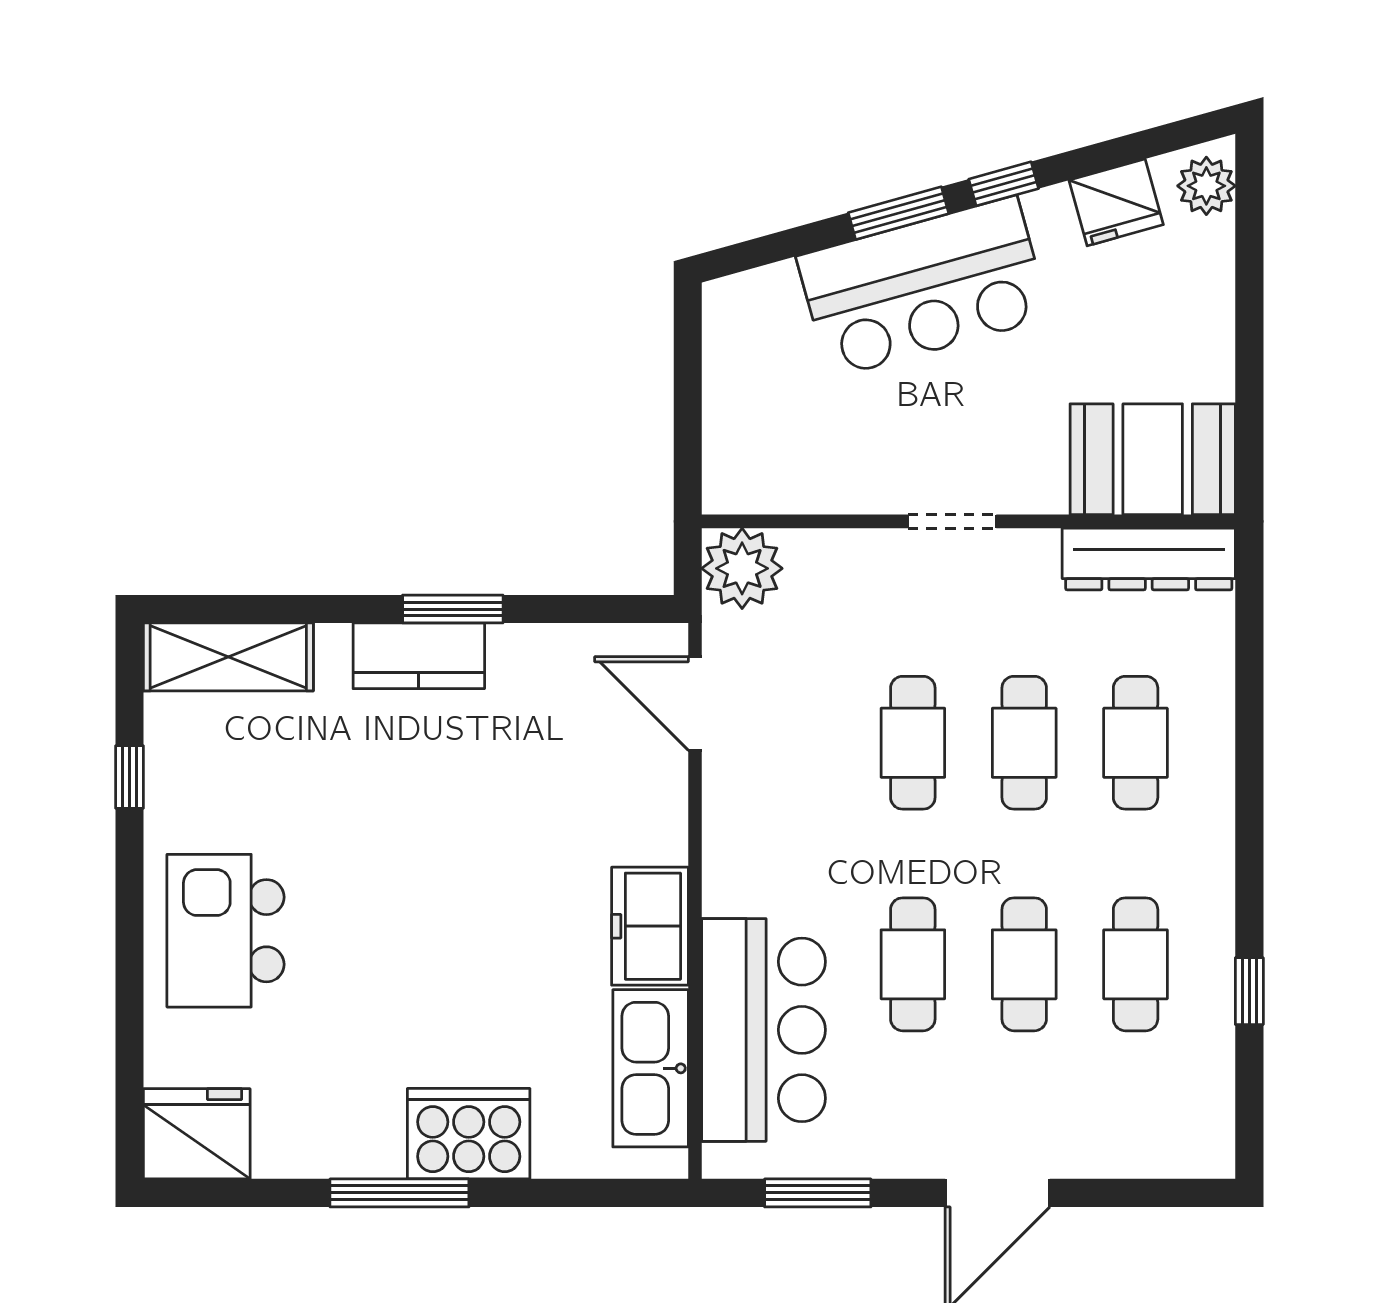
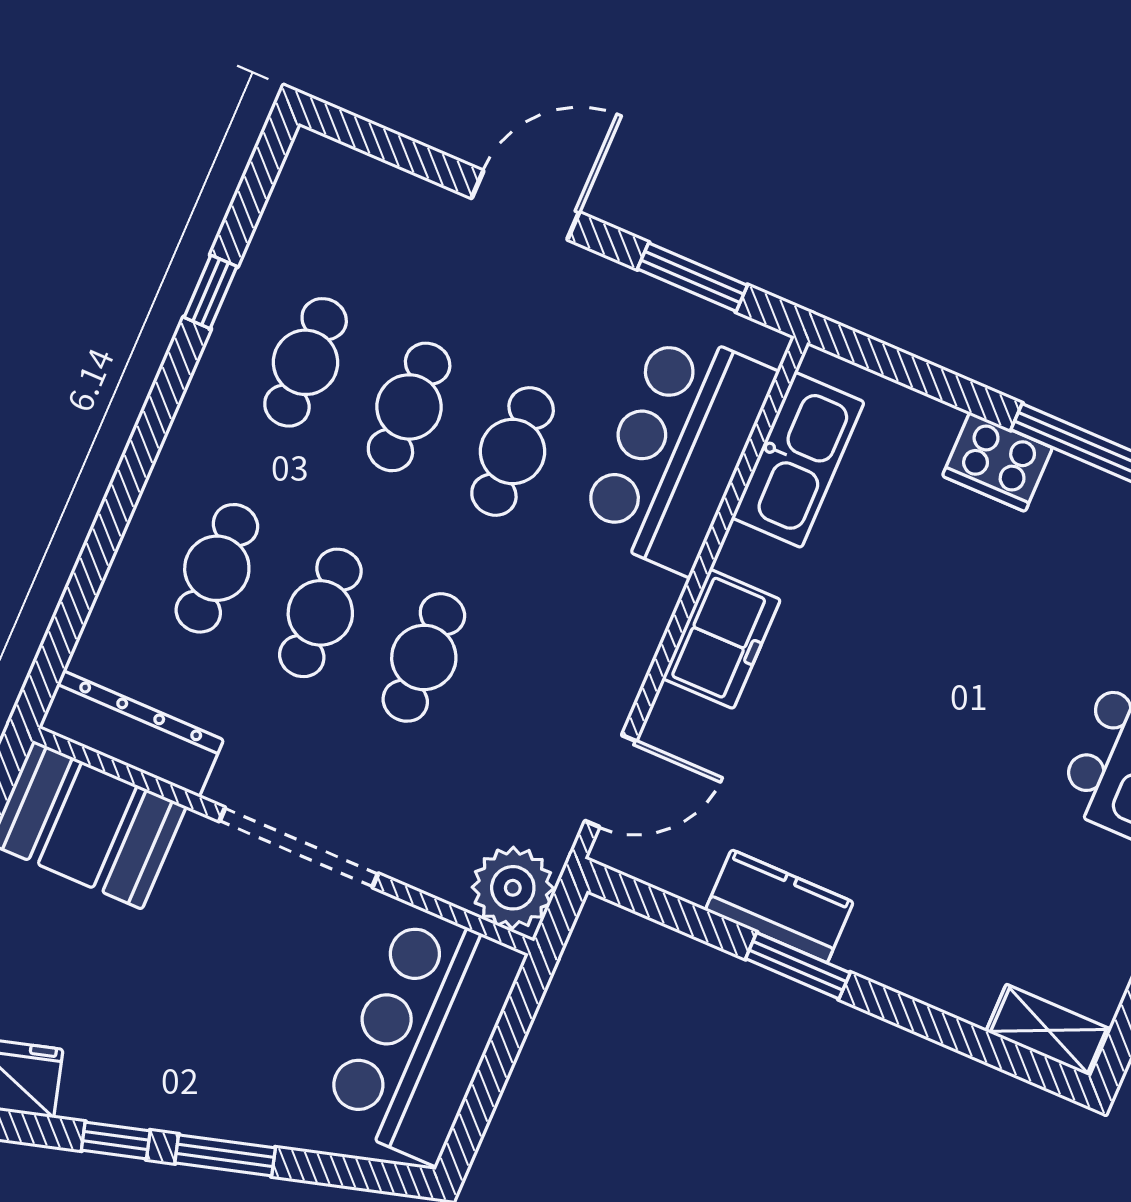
bar counter: (923, 287) -> (423, 1035), moved, turned -74
doorway: (952, 521) -> (299, 847), width x1.88
kitchen counter: (419, 656) -> (779, 906), moved
shelving: (228, 657) -> (1049, 1030), width x0.67, depth x0.75
door: (695, 704) -> (611, 781), hinge flipped
freezer: (650, 926) -> (721, 639), moved
cooker: (469, 1134) -> (997, 462), width x0.73, depth x0.76

